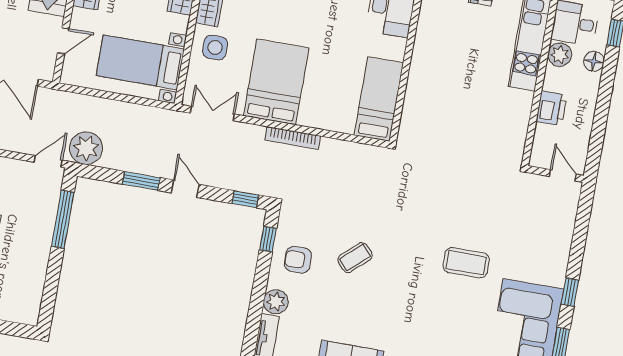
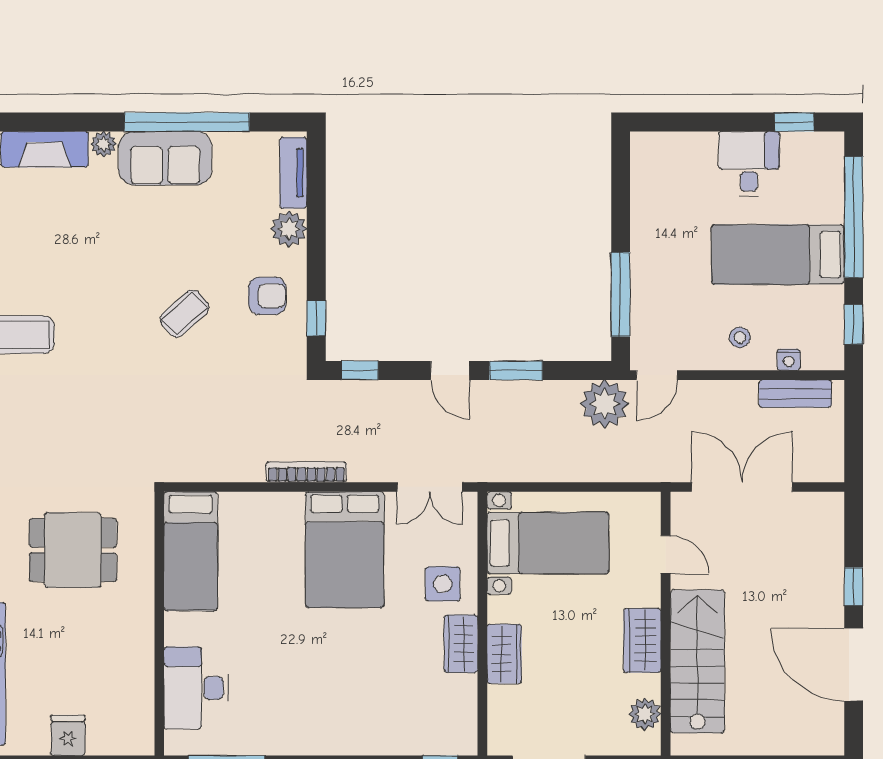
door: (63, 41) -> (666, 555), swing flipped
dining table: (457, 113) -> (73, 550), added

